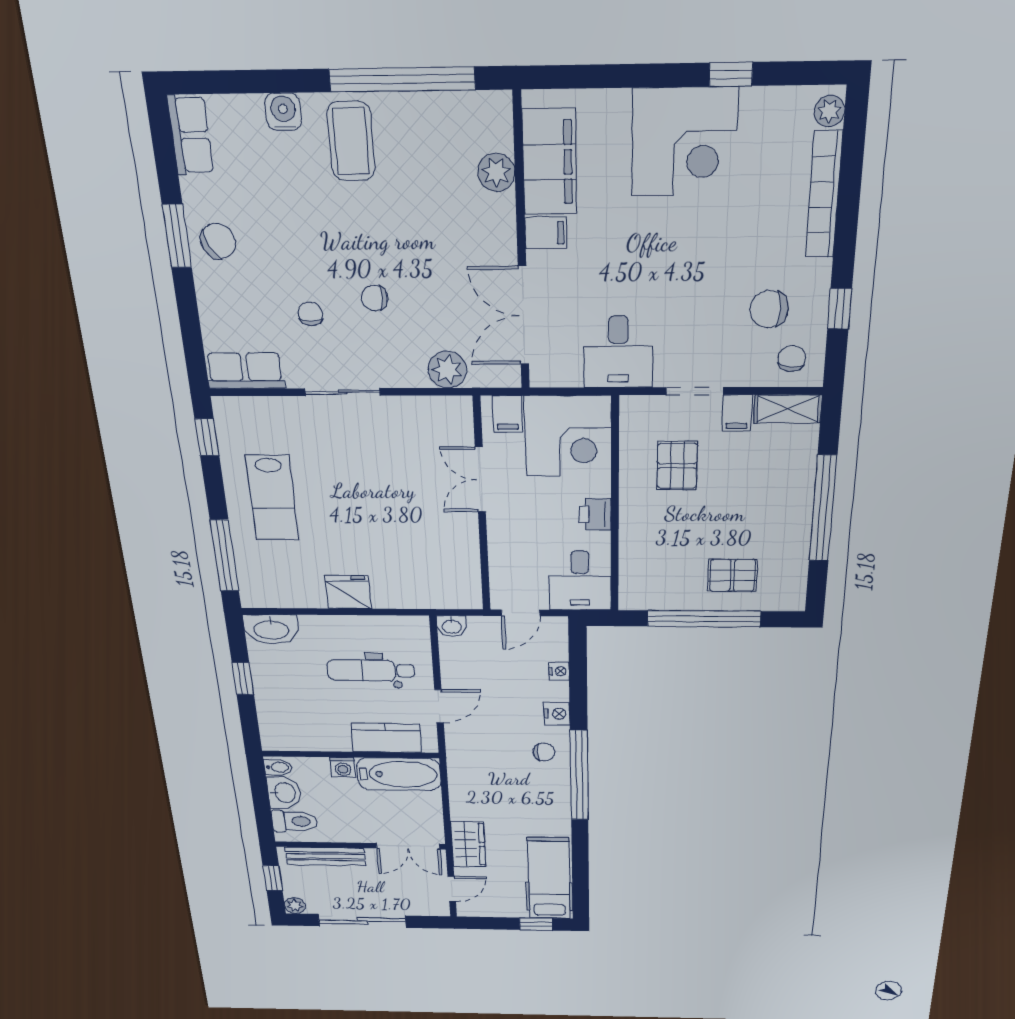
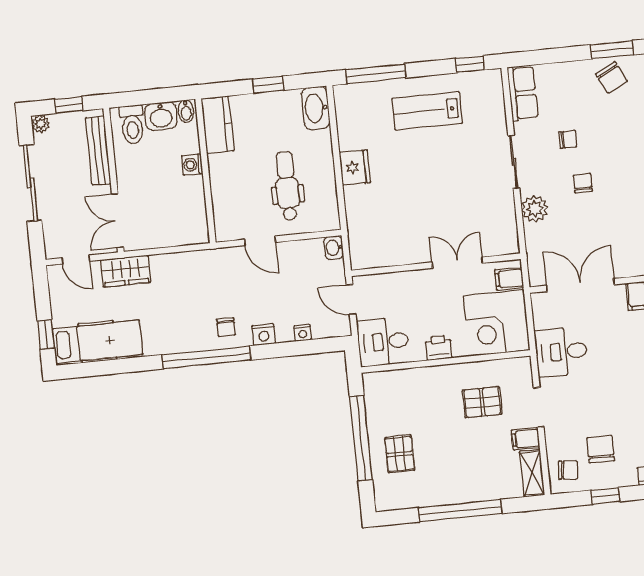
plant: (447, 370) -> (535, 209), moved
kitchen counter: (386, 738) -> (217, 125), moved
bathtub: (399, 774) -> (191, 211), removed

